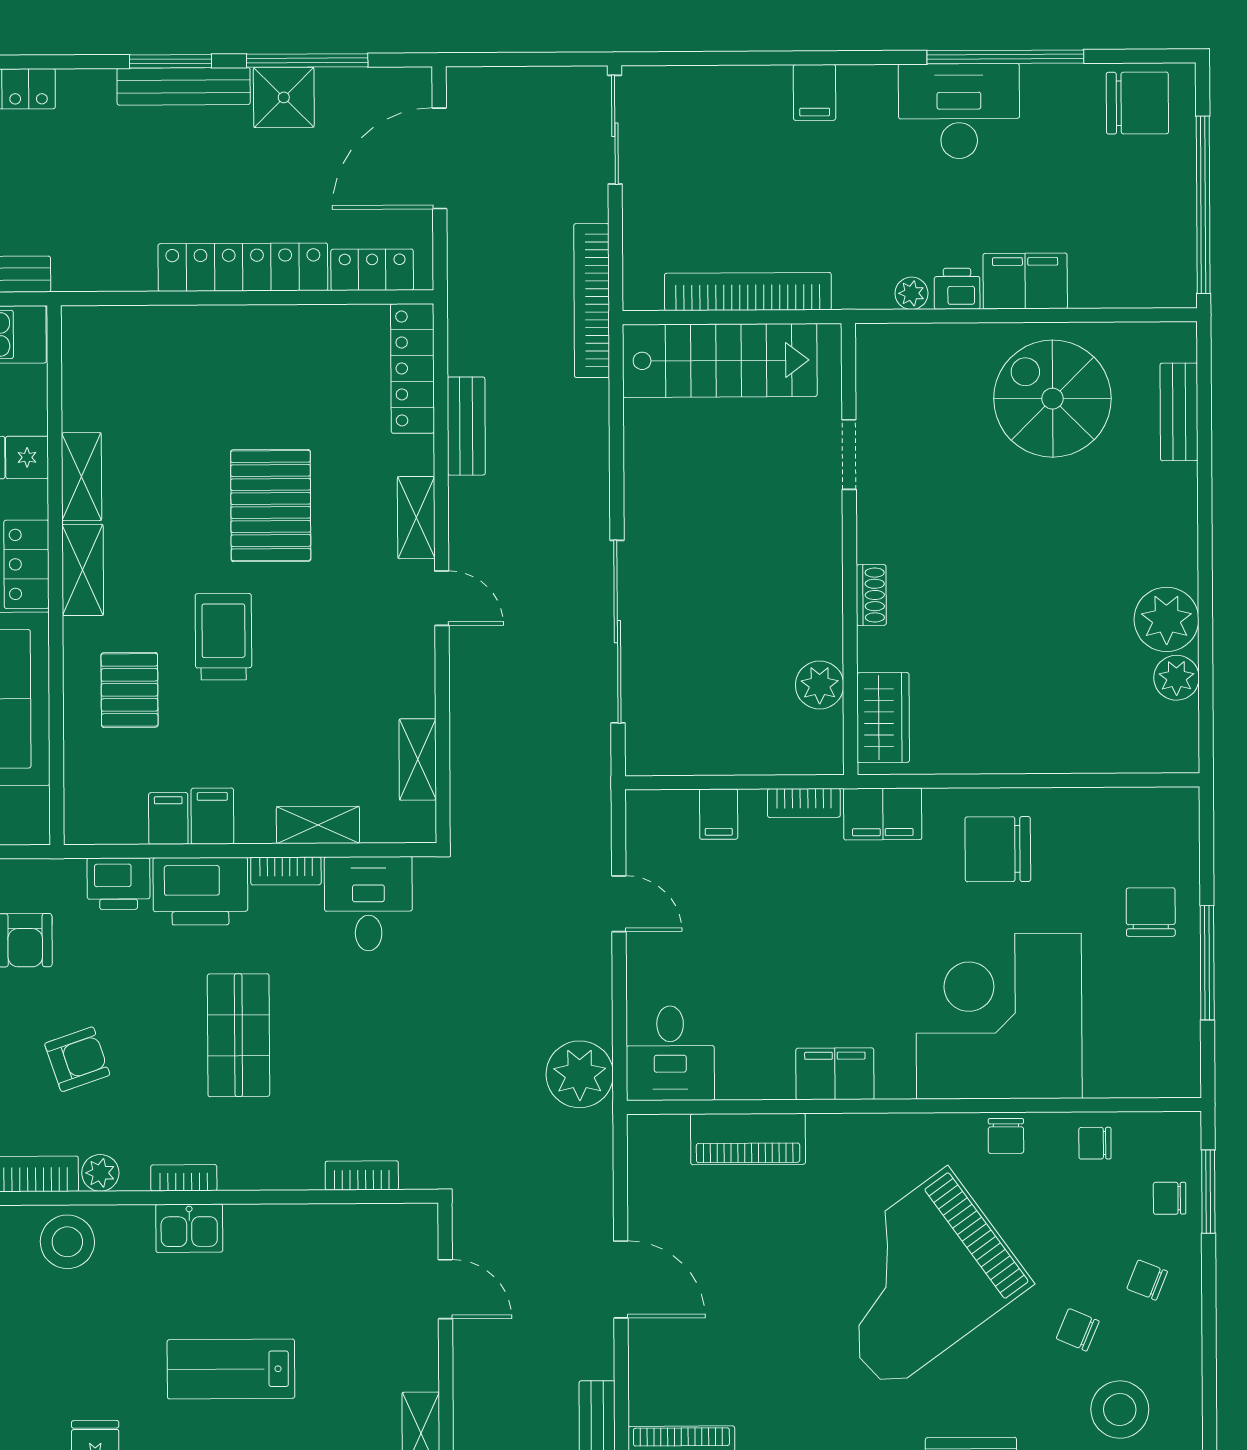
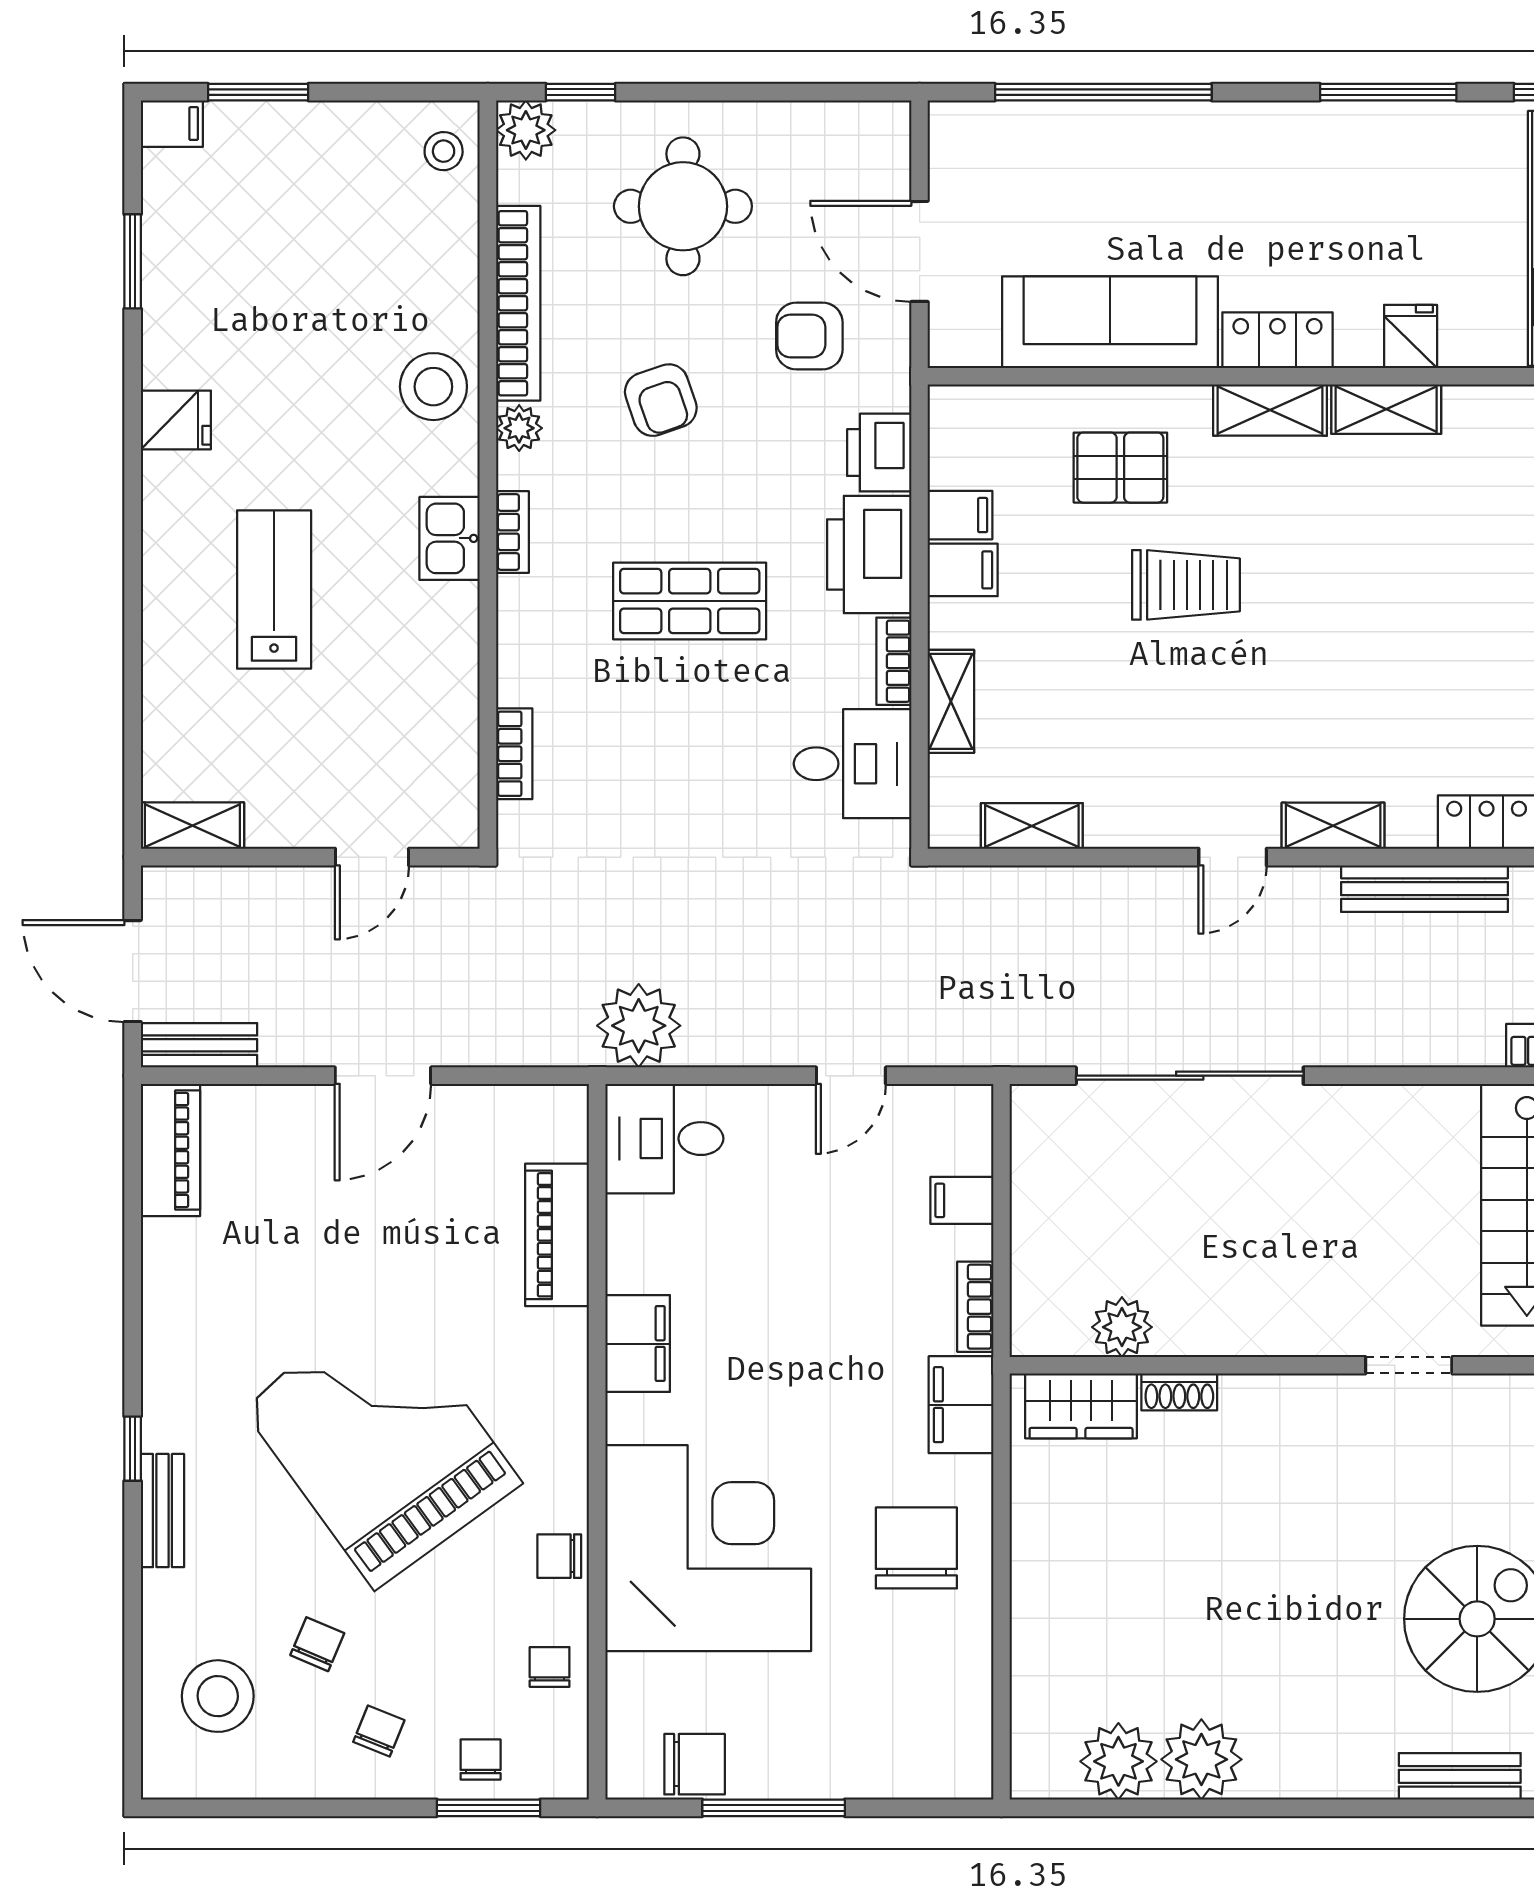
bench: (466, 426) -> (1425, 889), width x1.36
pallet: (271, 506) -> (1349, 645), removed
shoe rack: (871, 595) -> (1179, 1392), moved
plant: (1176, 678) -> (1118, 1761), width x1.36, depth x1.36
chair: (1151, 912) -> (695, 1764), moved

